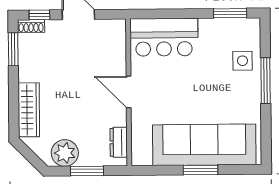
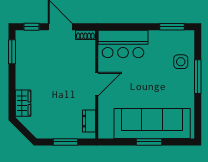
shoe rack: (31, 26) -> (85, 35), moved
door: (129, 92) -> (97, 84), swing flipped
wardrobe: (29, 110) -> (23, 103), width x0.67
plant: (65, 153) -> (49, 129), removed

